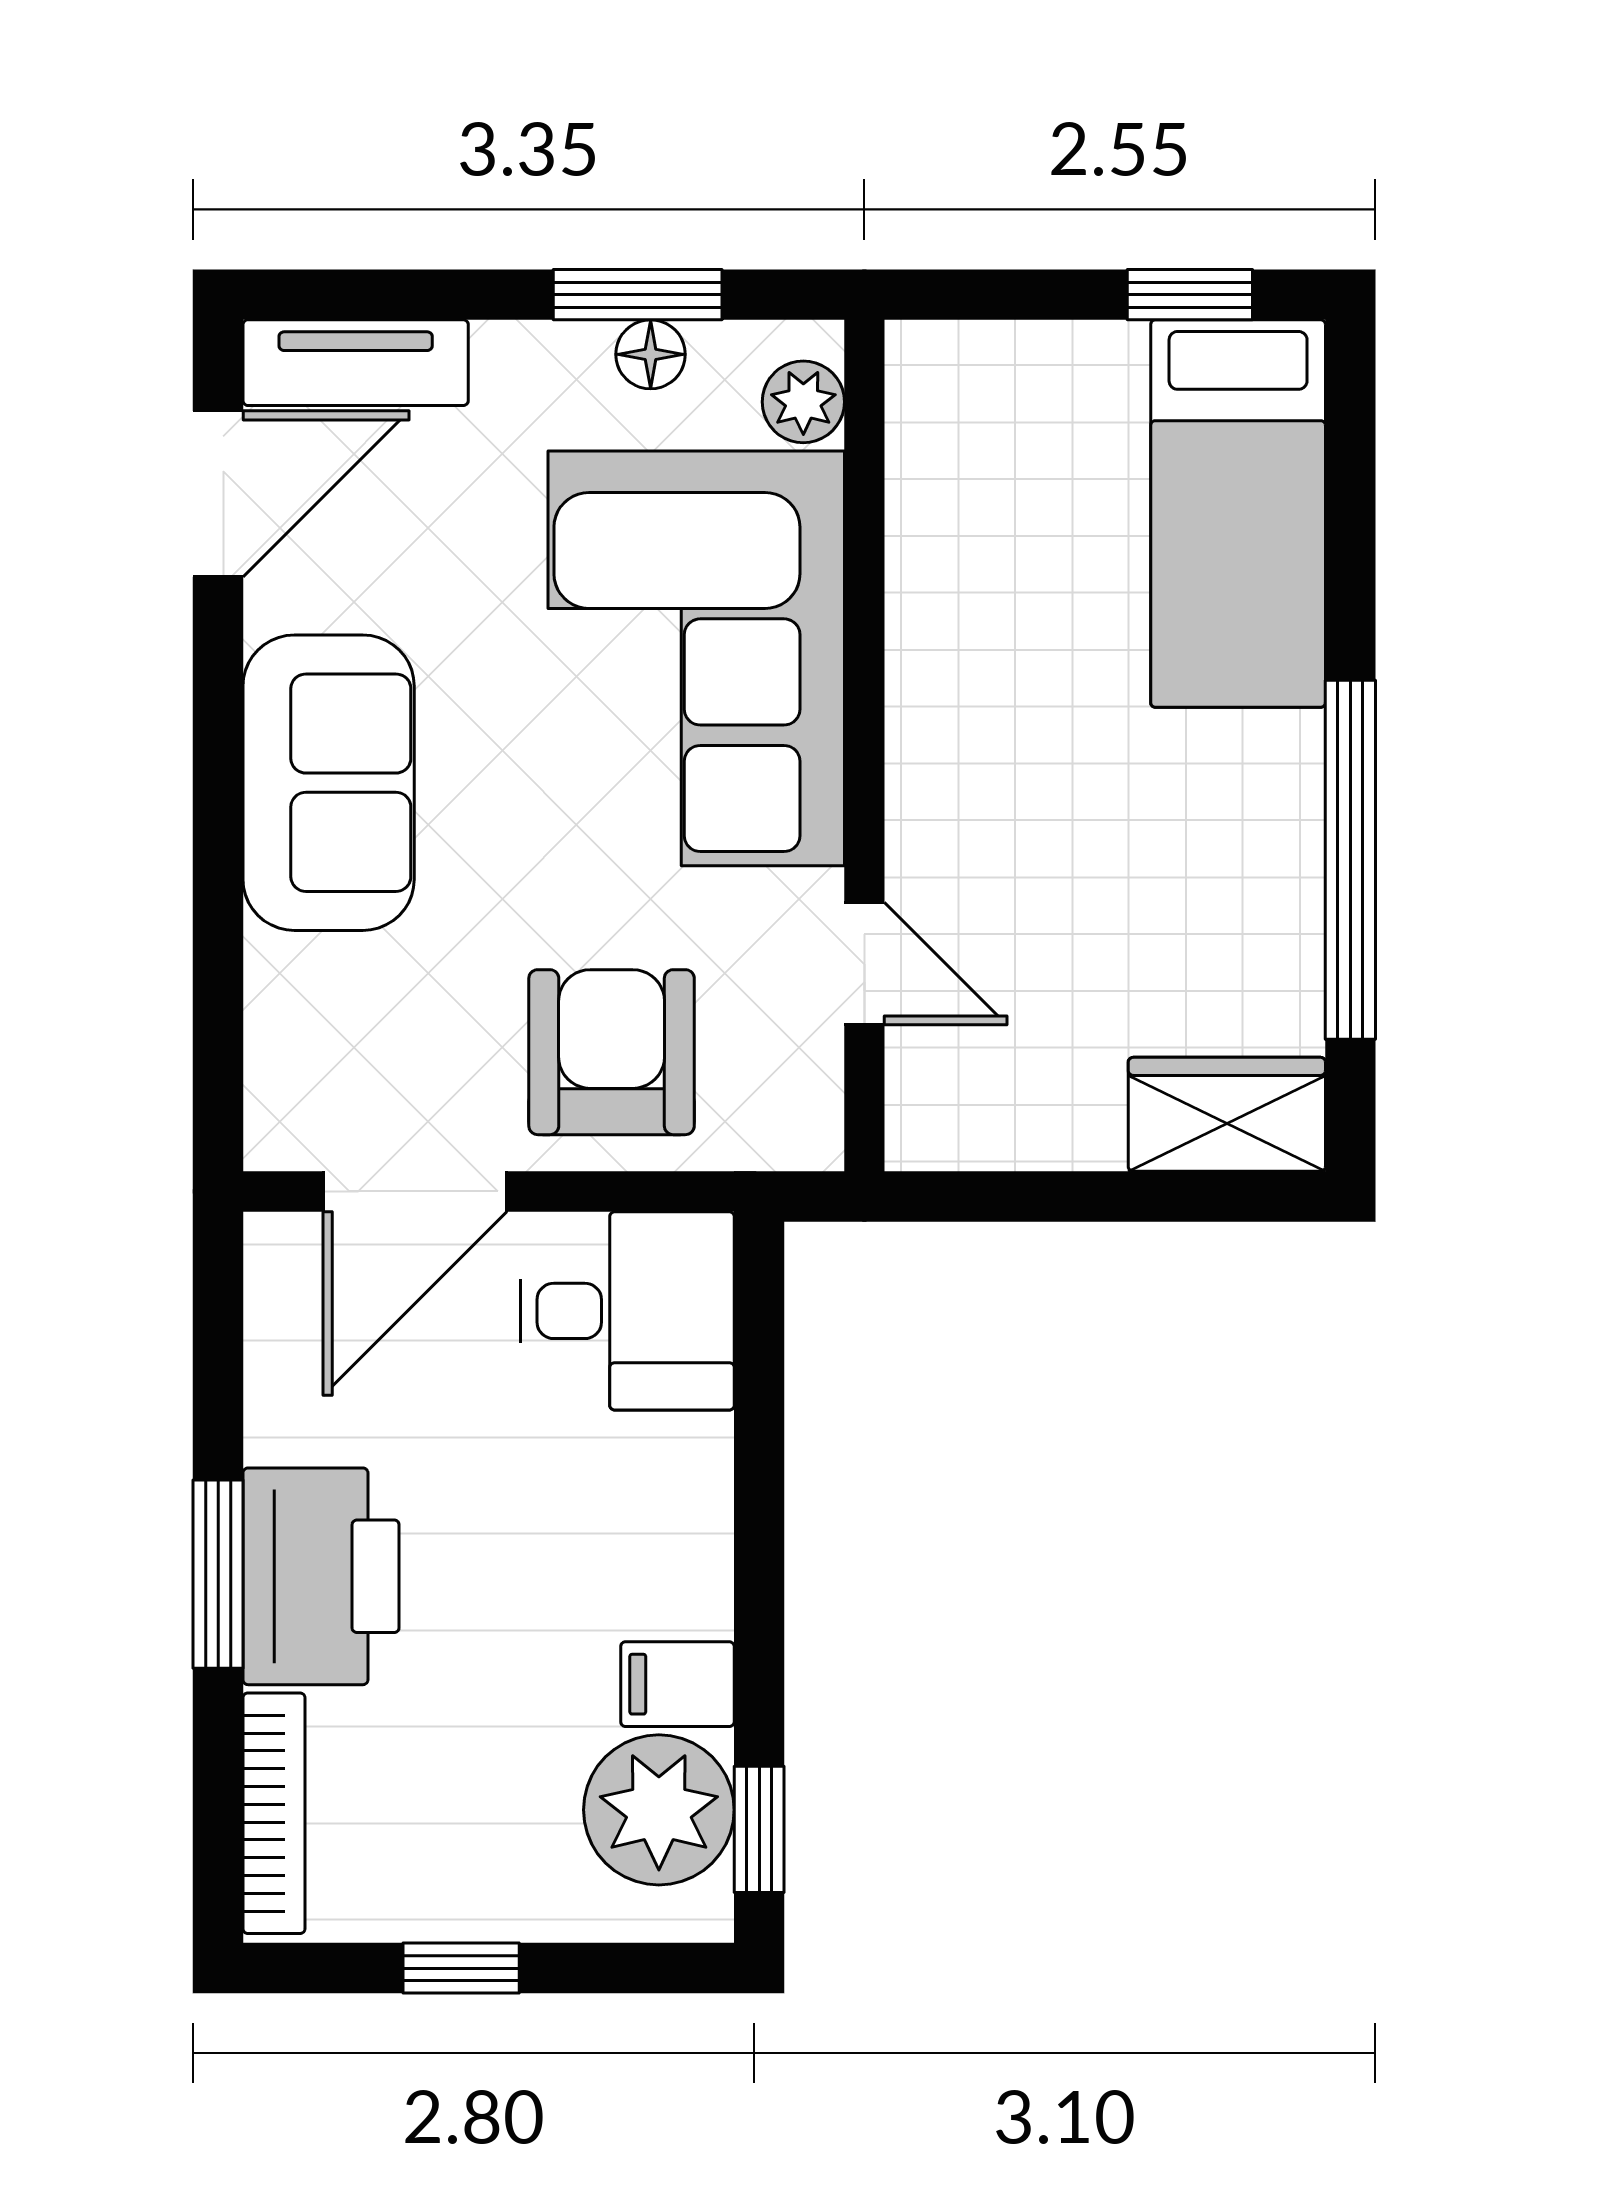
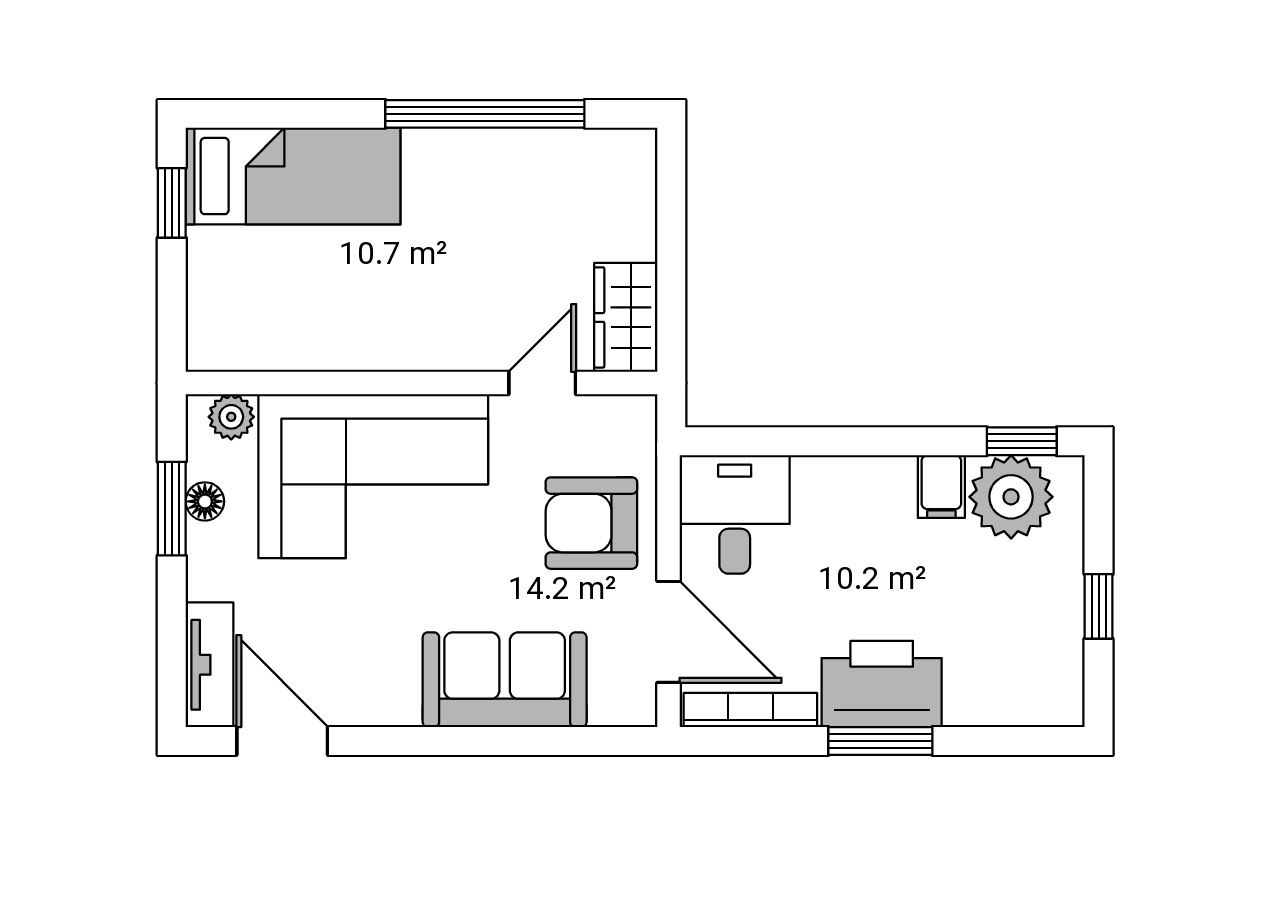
sofa: (329, 783) -> (505, 680), moved
wardrobe: (1227, 1114) -> (626, 317), moved
bookcase: (274, 1813) -> (750, 710), moved

